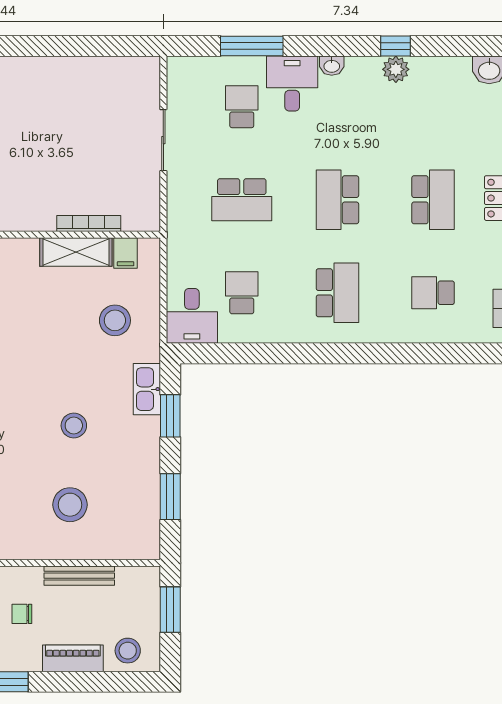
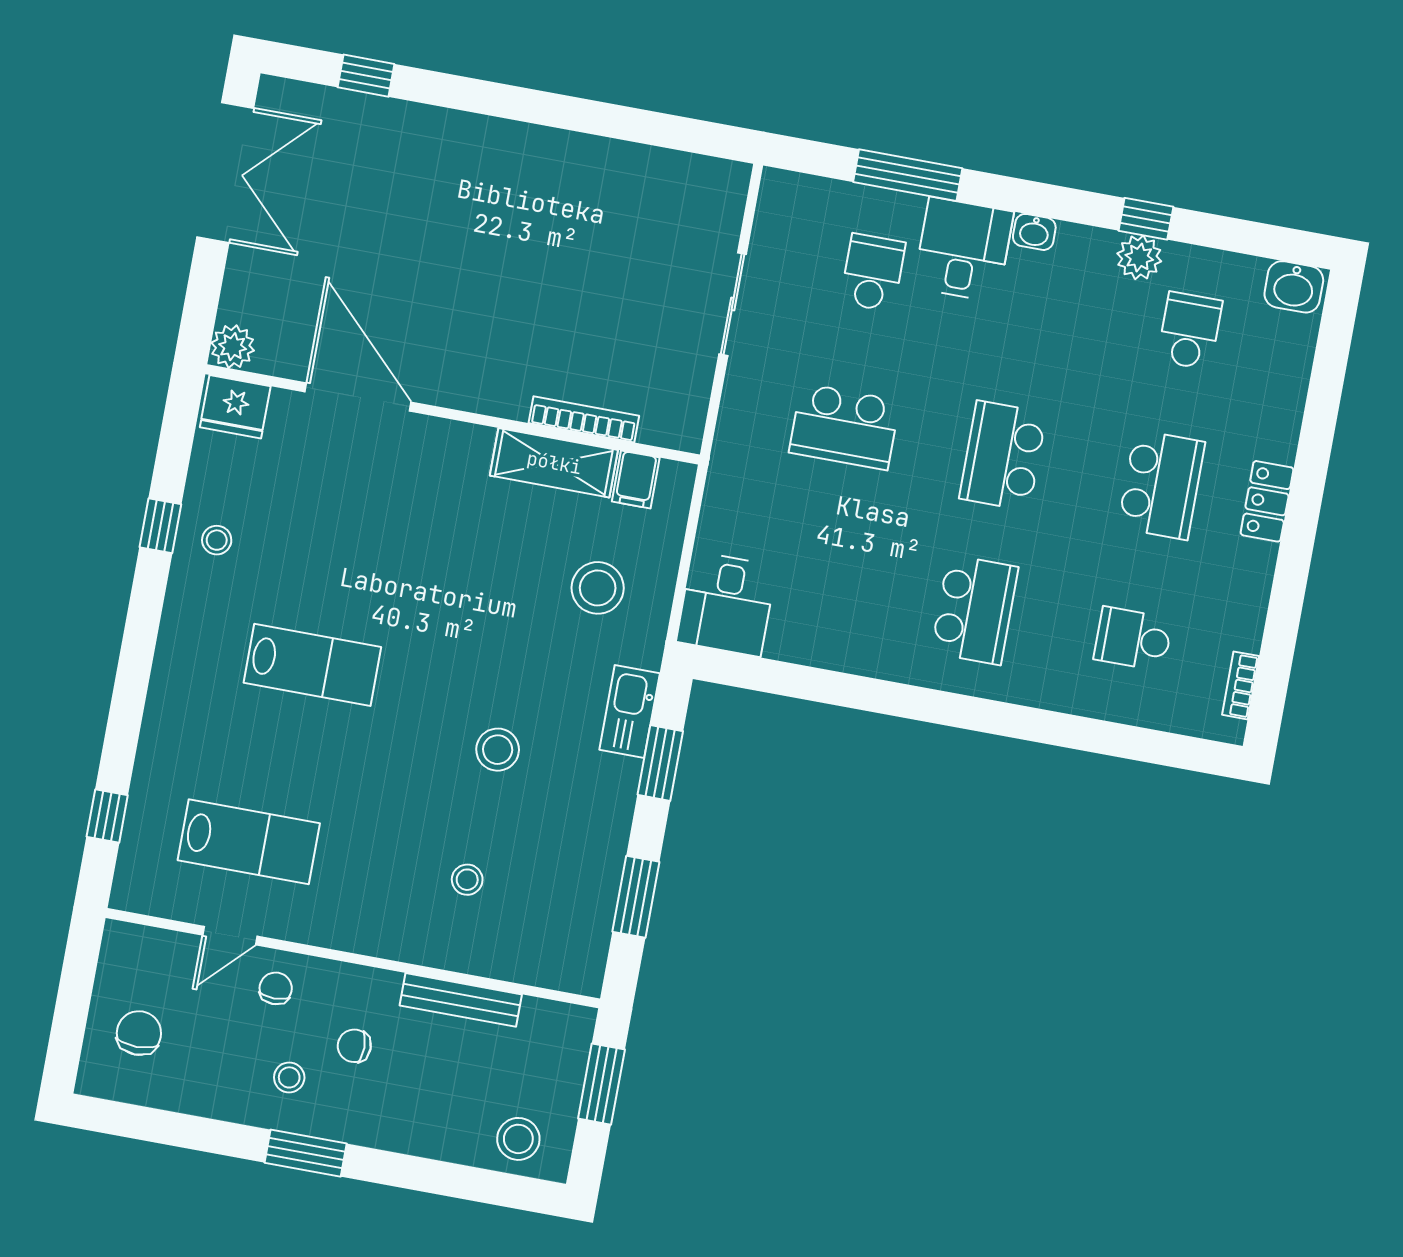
school desk: (242, 293) -> (1190, 331), moved
stool: (70, 505) -> (467, 880), width x0.53, depth x0.53
piano: (73, 658) -> (425, 1135), removed

